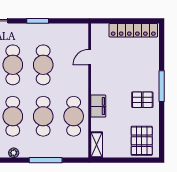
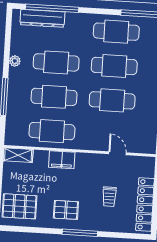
trolley: (128, 62) -> (109, 197), added
pallet: (142, 100) -> (66, 210), turned 90

